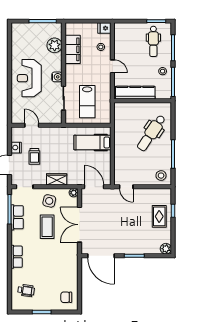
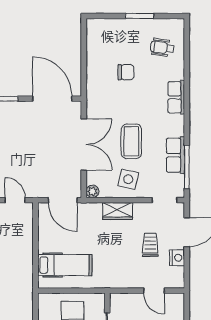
chair: (66, 297) -> (126, 72), moved

